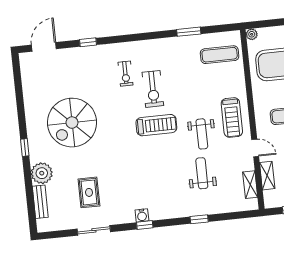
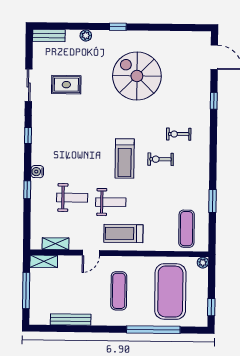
exercise bike: (153, 89) -> (161, 159), width x0.73, depth x0.72
weight bench: (202, 134) -> (111, 202), turned 180
plant: (42, 173) -> (86, 35), width x0.53, depth x0.53
shelving: (267, 176) -> (44, 261), moved
bench: (40, 202) -> (49, 36), moved
water cooler: (142, 215) -> (37, 172), moved

